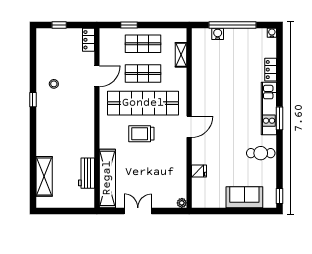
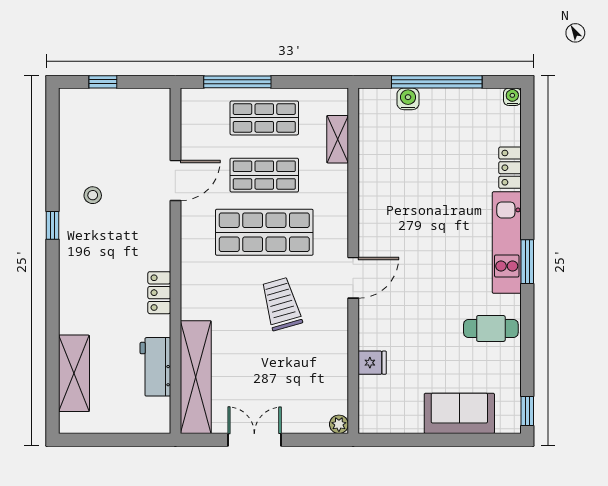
window: (129, 25) -> (237, 82), width x2.17
locker: (88, 40) -> (159, 293), moved
shop shelf: (143, 103) -> (264, 232), width x0.71
trolley: (141, 134) -> (281, 304), moved, turned 74

